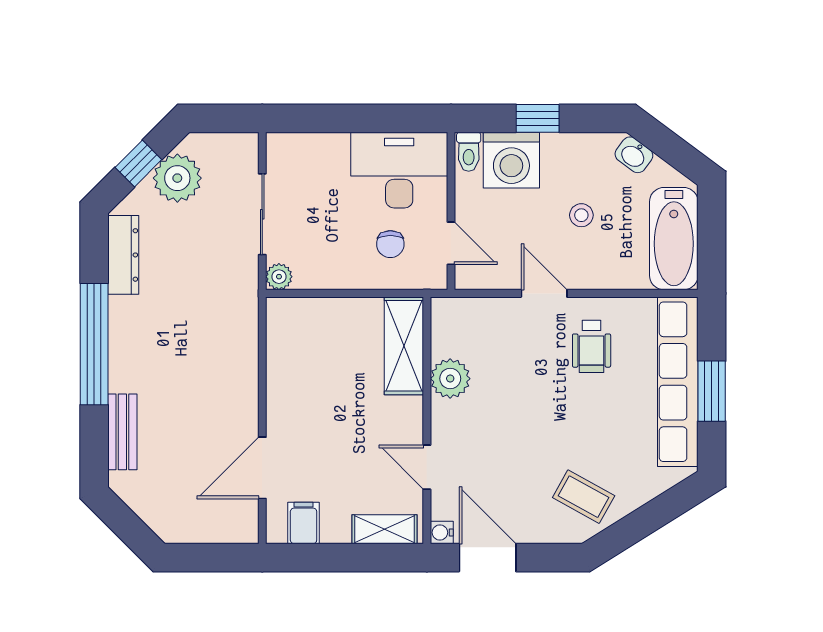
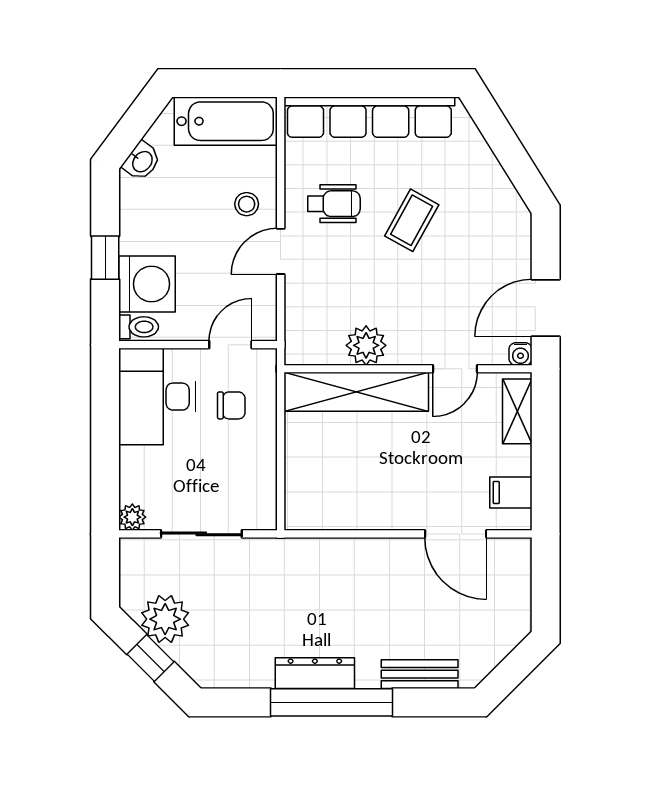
stool: (581, 215) -> (247, 204), moved
dresser: (123, 255) -> (315, 673), moved
plant: (279, 277) -> (132, 517), moved
shelving: (404, 346) -> (356, 392), width x1.47
window: (712, 391) -> (379, 83), removed
coffee table: (584, 497) -> (412, 220), moved

